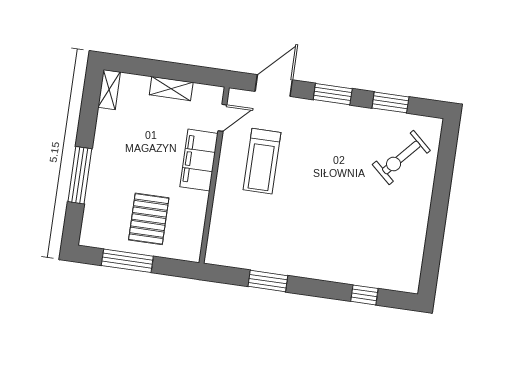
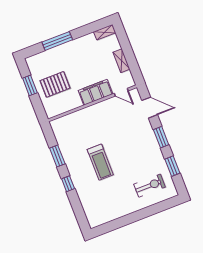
exercise bike: (401, 157) -> (150, 186), turned 138
treadmill: (262, 161) -> (100, 162), moved, turned -90
window: (127, 261) -> (30, 85), width x0.69
window: (364, 295) -> (68, 184), moved

